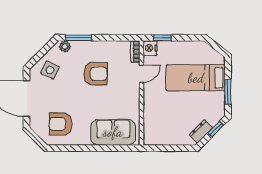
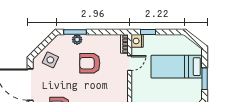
plant: (65, 46) -> (77, 40), moved
armchair: (95, 74) -> (90, 63), turned 180

